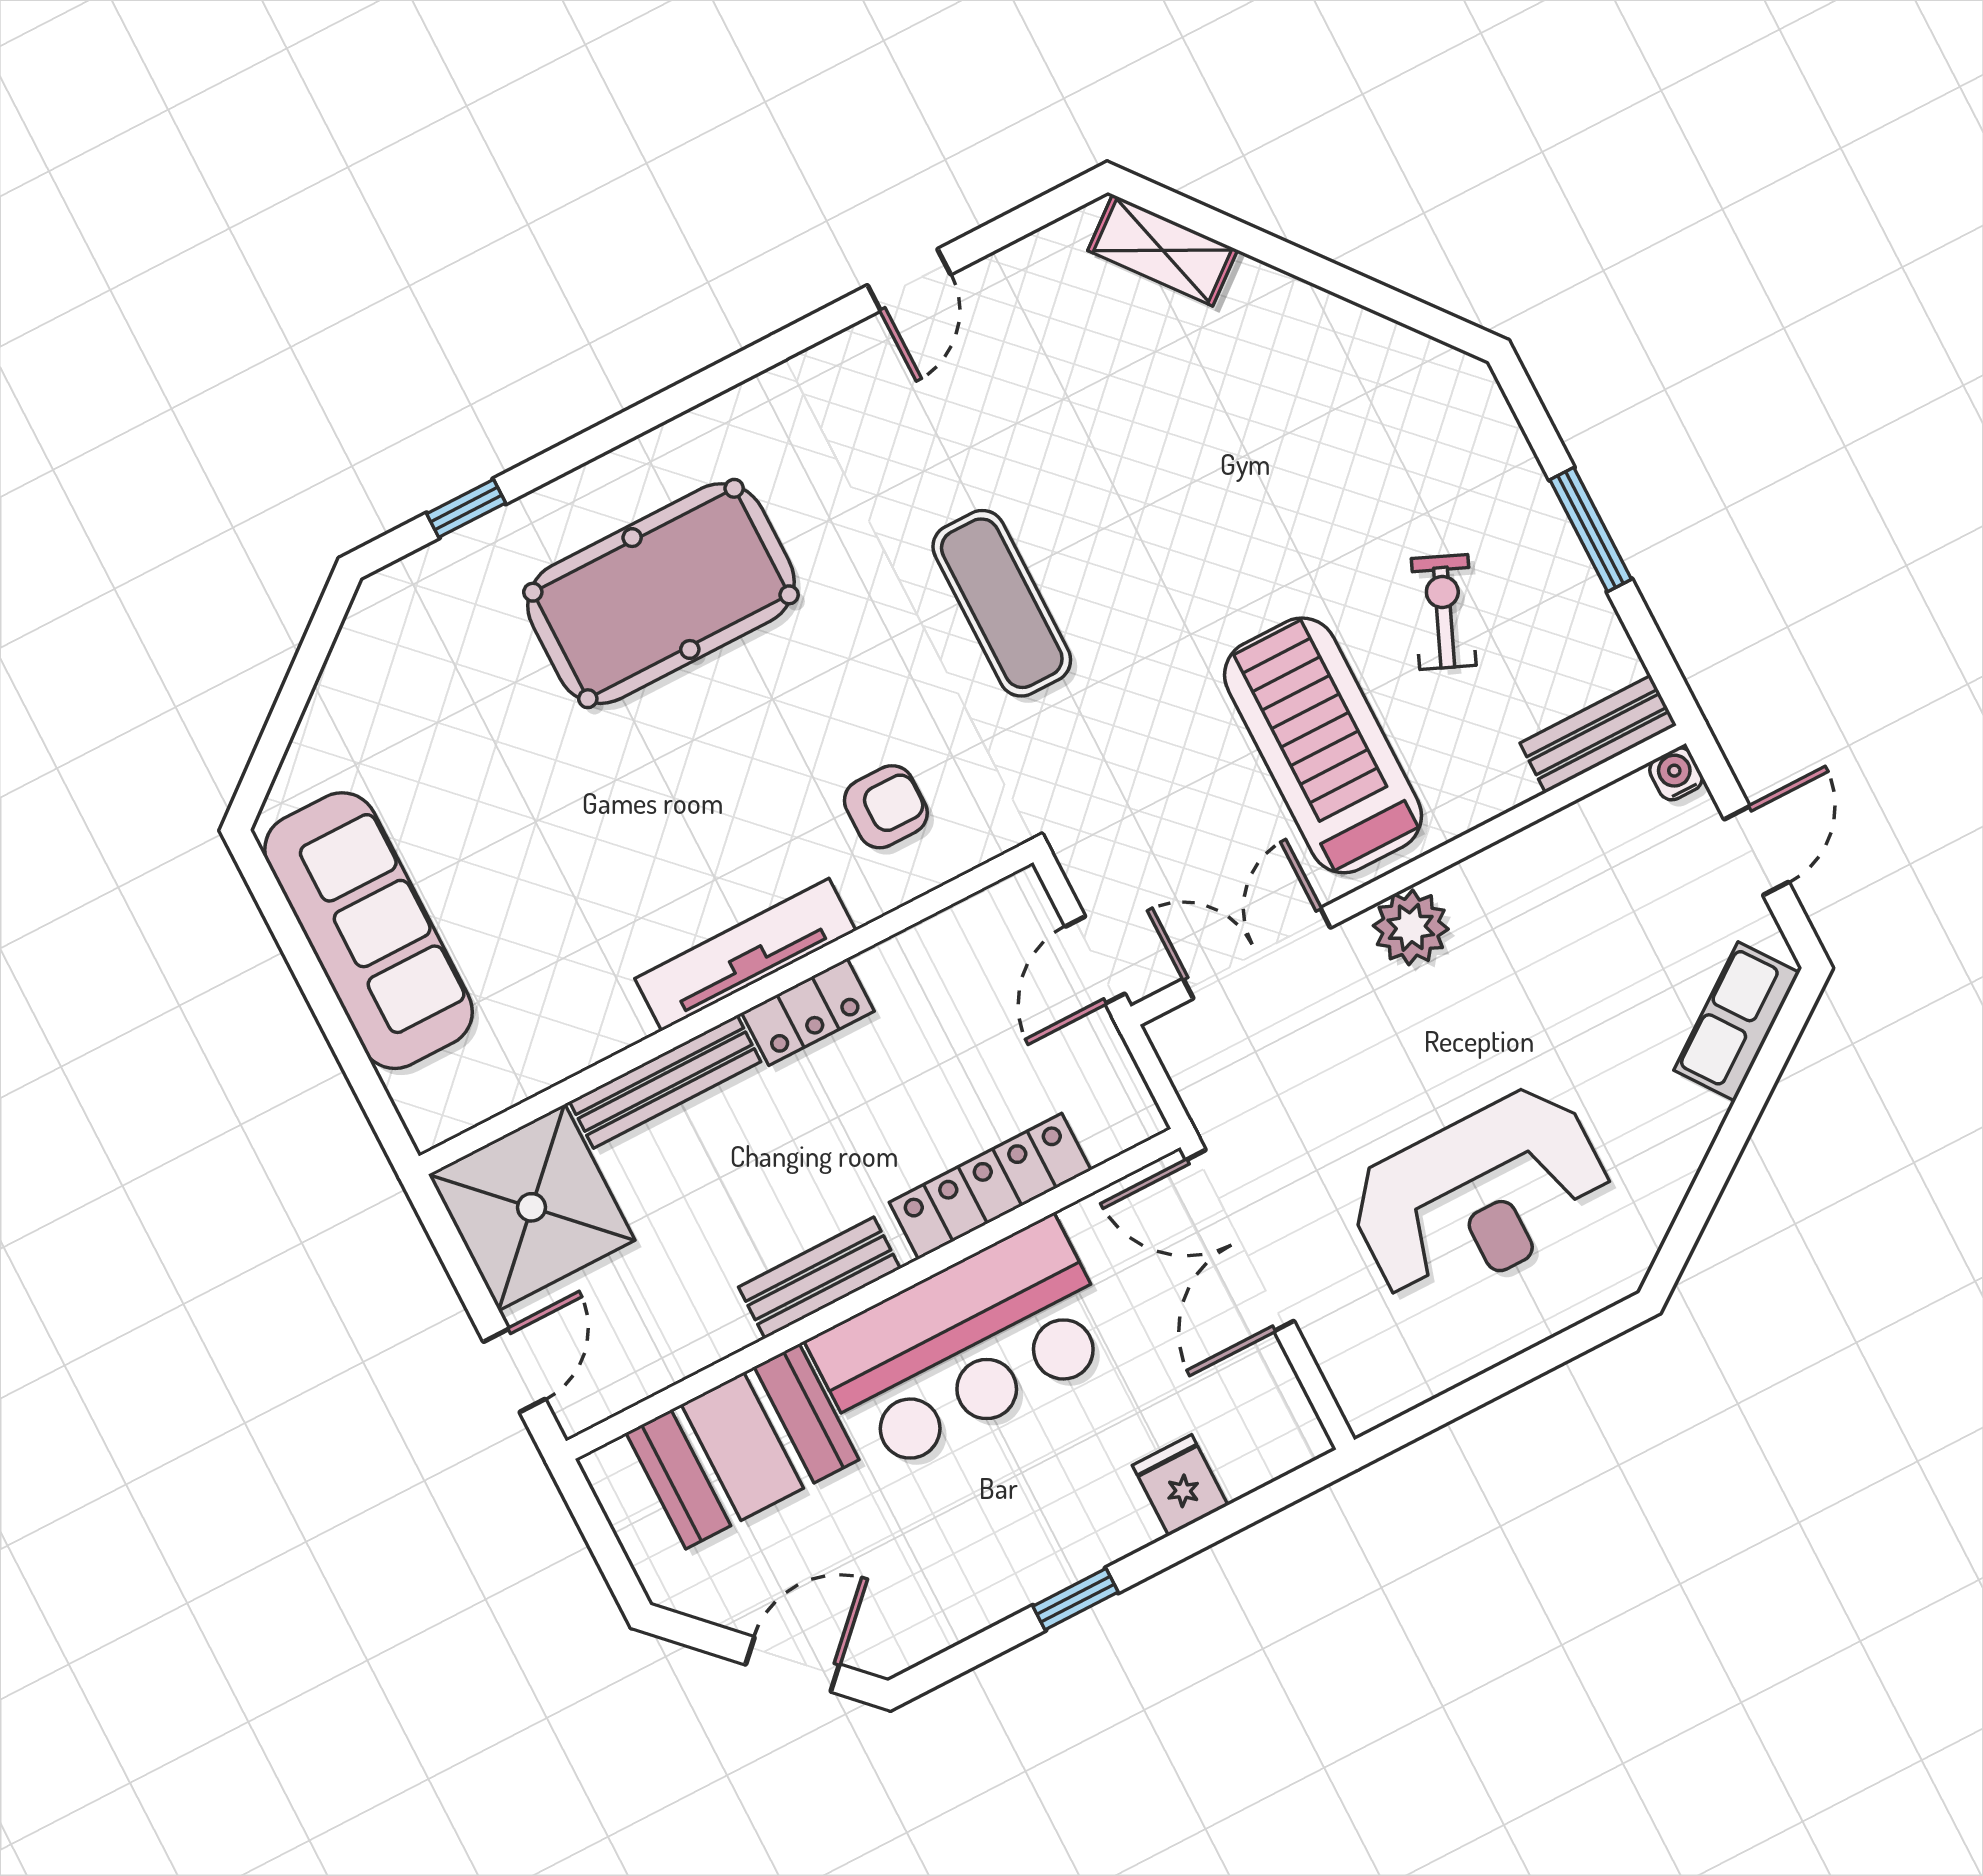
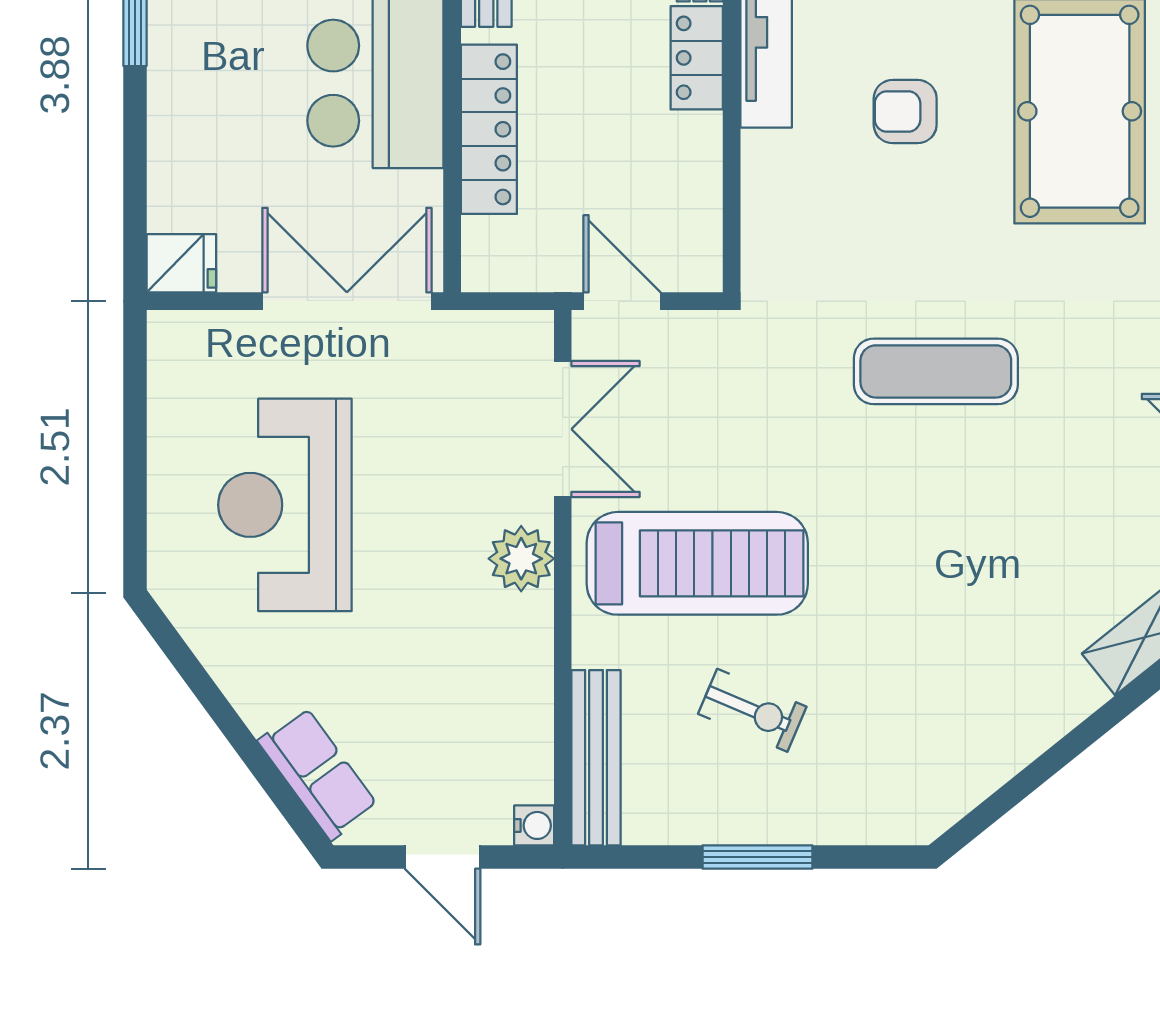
bench: (1598, 734) -> (596, 758), width x1.36
armchair: (886, 807) -> (905, 112), moved, turned 90
fridge: (1180, 1485) -> (181, 263), moved

